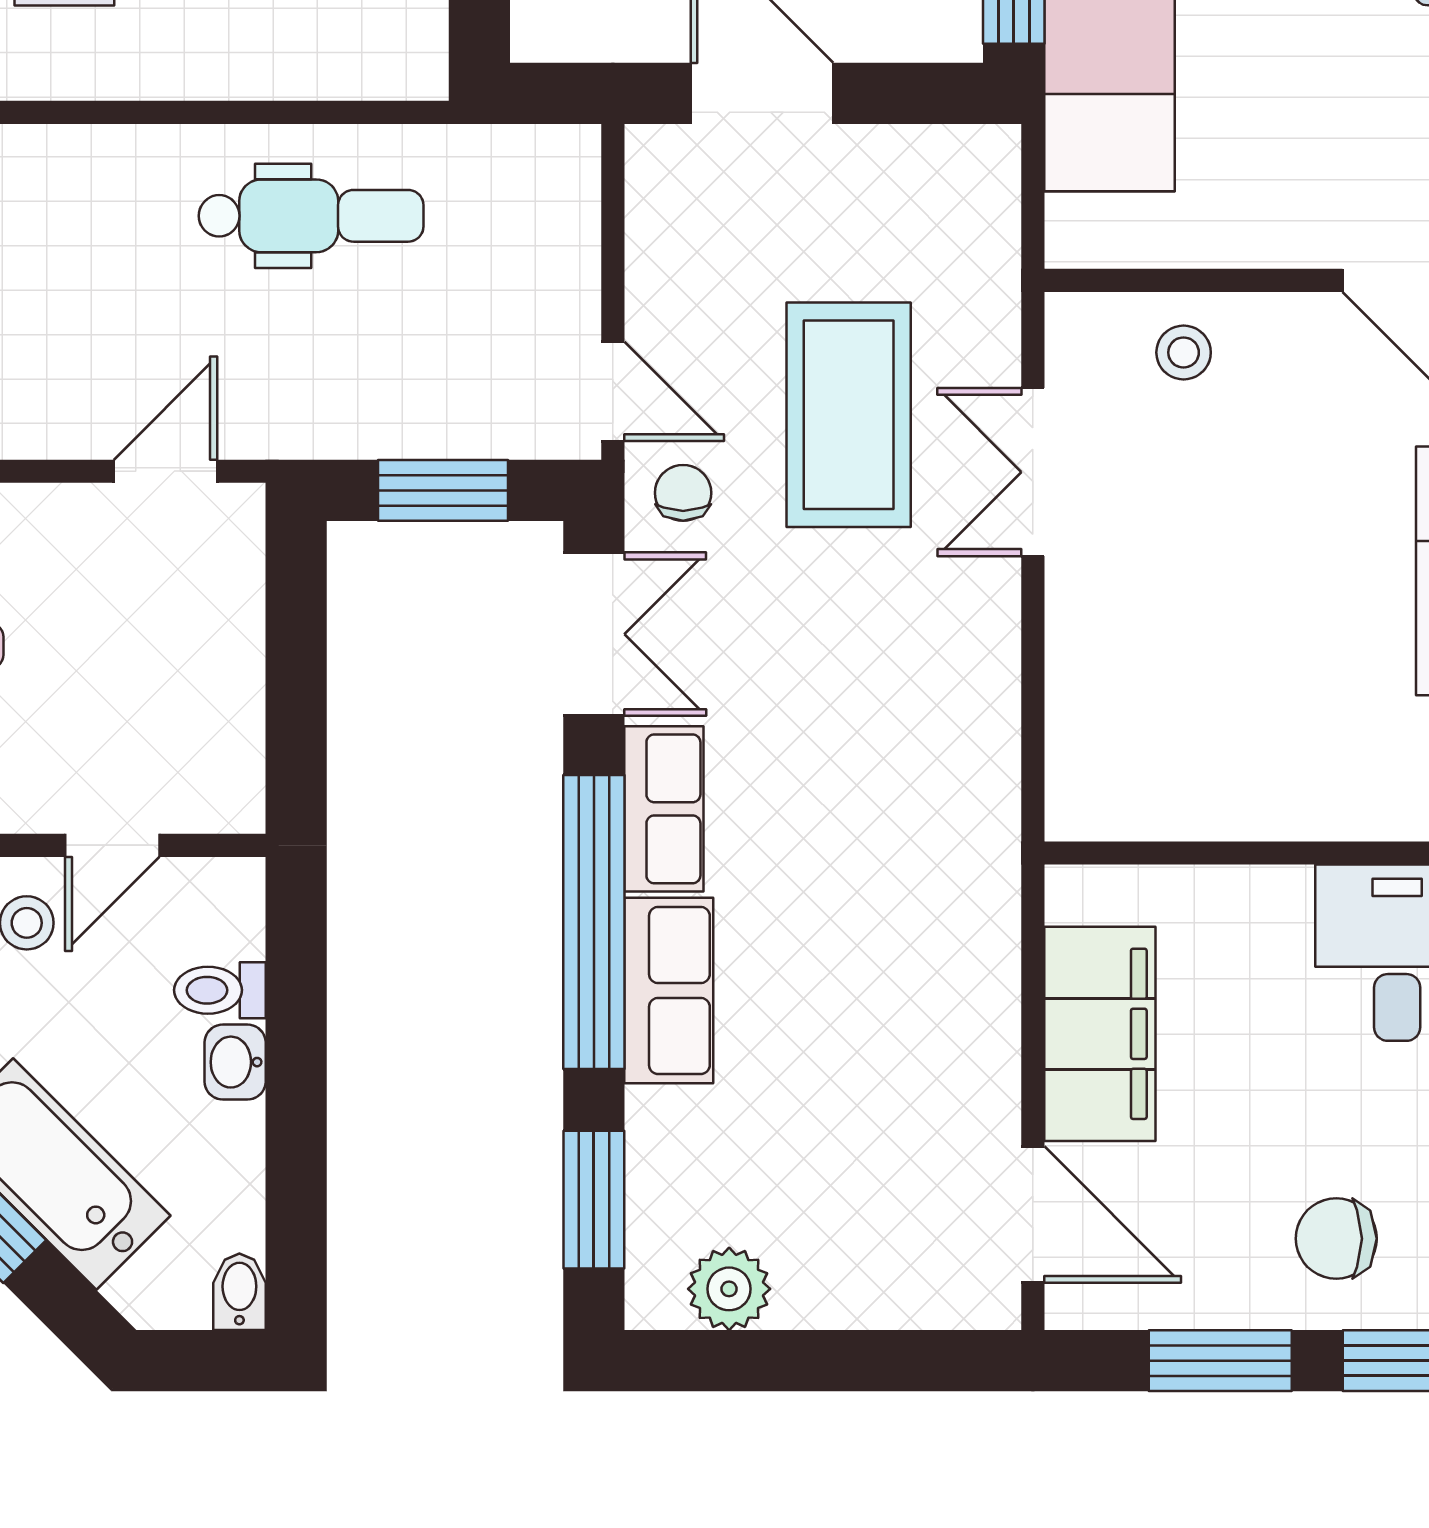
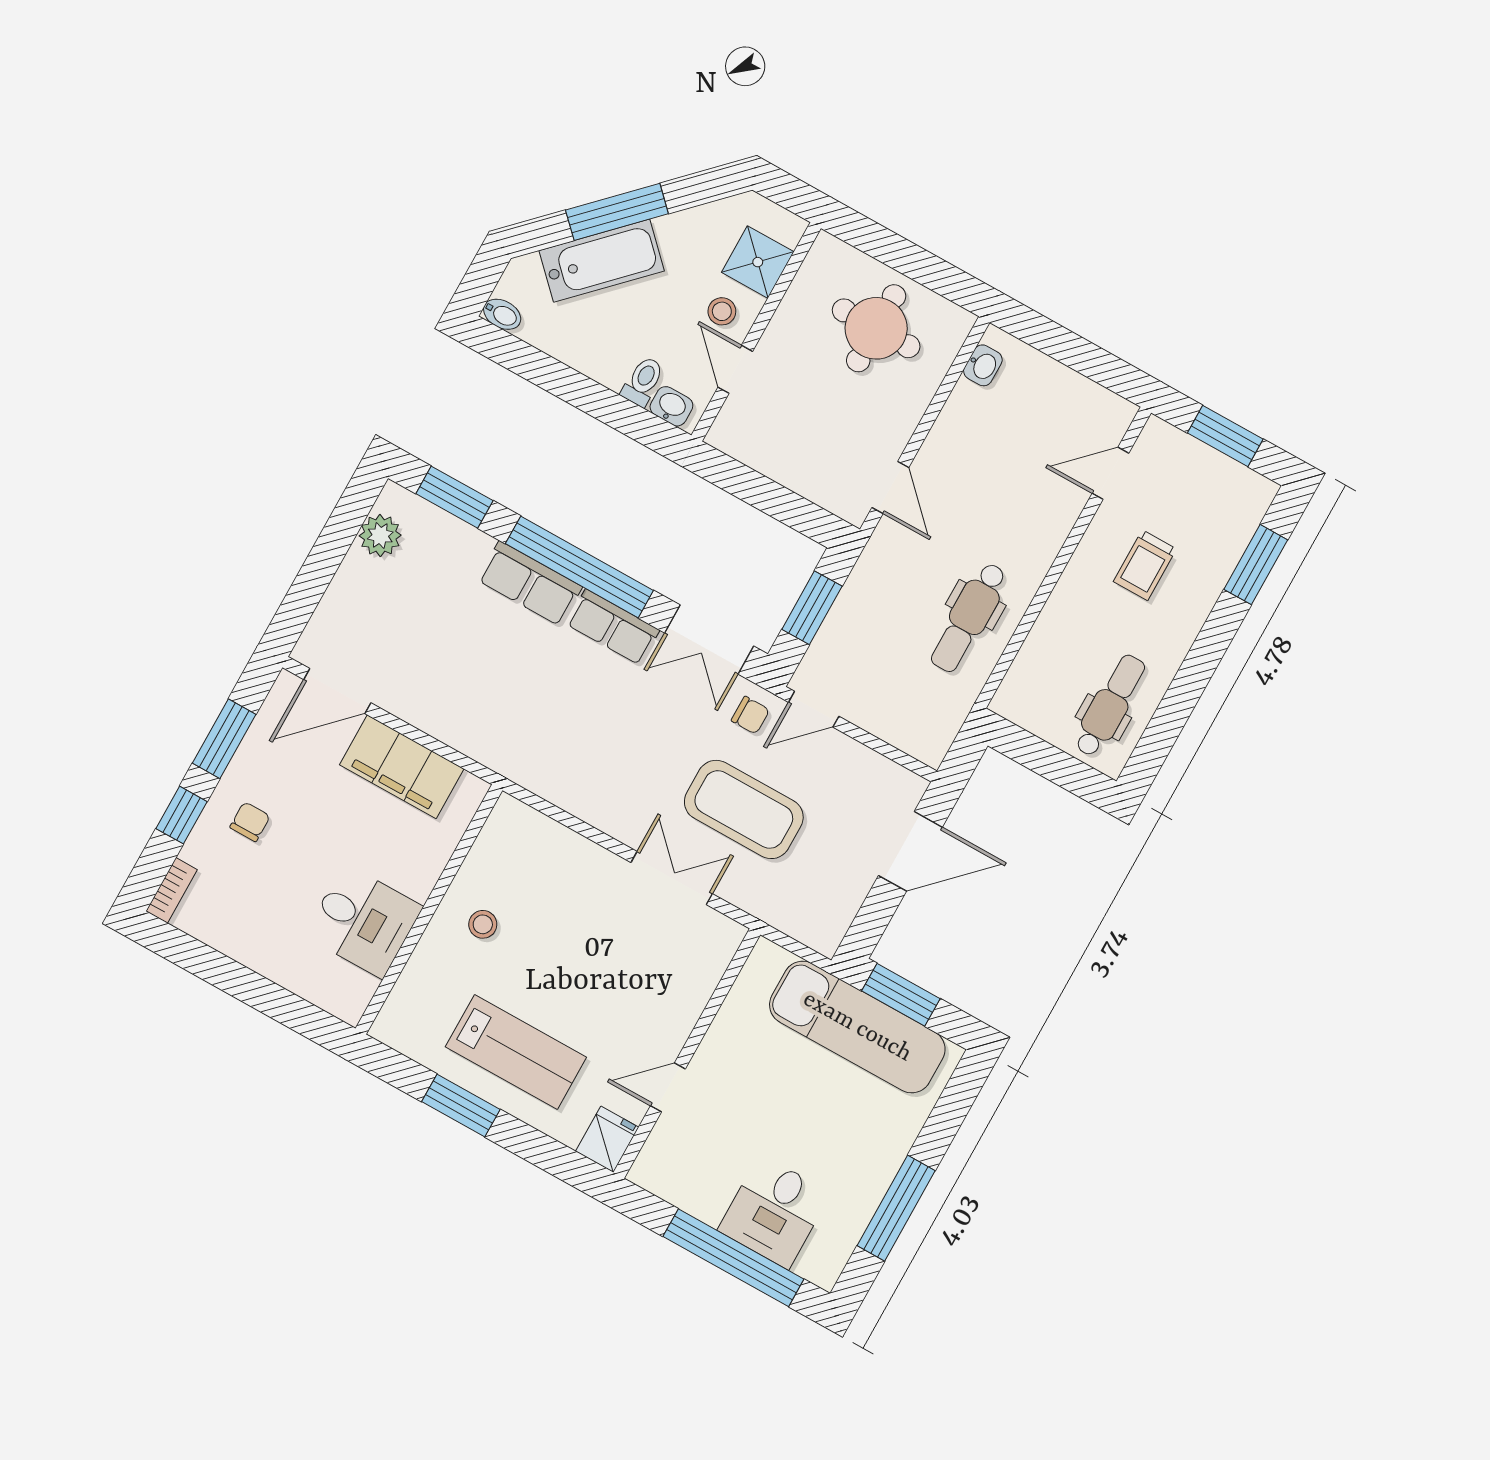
stool: (1184, 352) -> (483, 924), moved
washbasin: (235, 1062) -> (671, 406), moved
chair: (1336, 1239) -> (250, 822), width x0.73, depth x0.73

